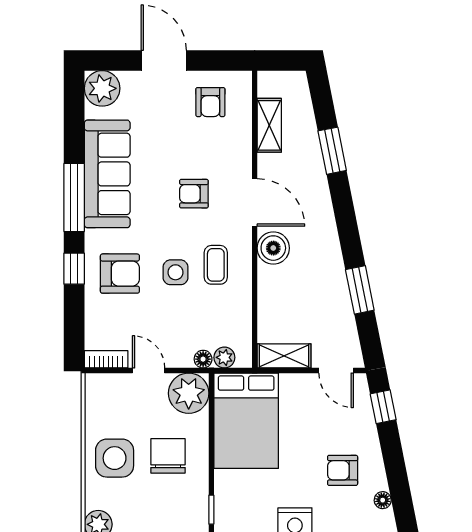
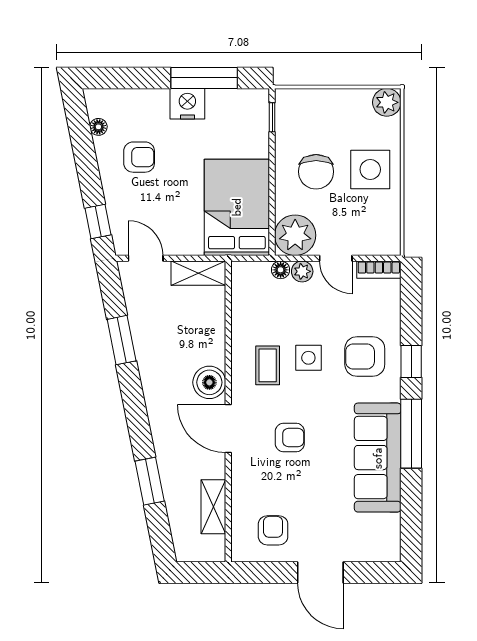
plant: (102, 88) -> (383, 544), removed
plant: (224, 357) -> (302, 271), moved

